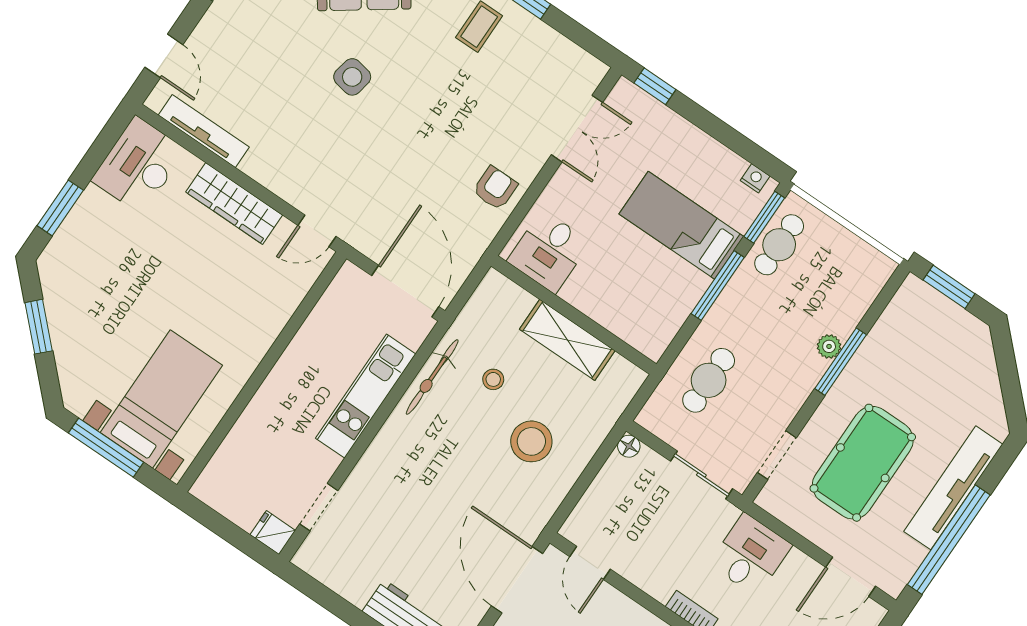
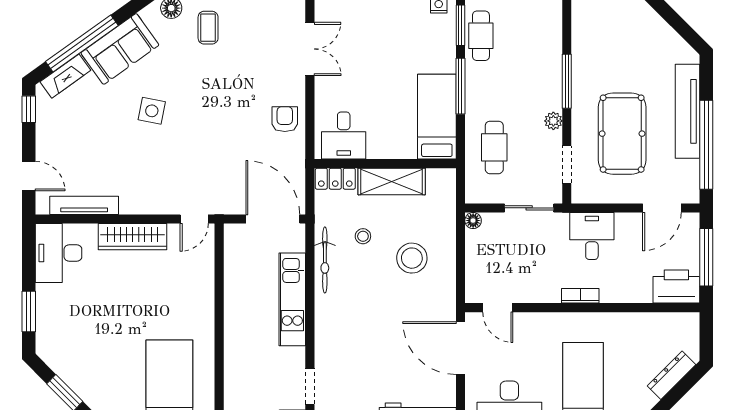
bed: (681, 225) -> (437, 117), moved, turned 90
locker: (506, 294) -> (335, 179), added
plant: (829, 346) -> (553, 121), moved

